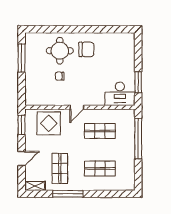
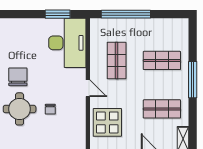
desk: (120, 94) -> (67, 43), width x1.36, depth x1.30
shop shelf: (100, 168) -> (162, 60), turned 90
window: (68, 194) -> (193, 80), moved

